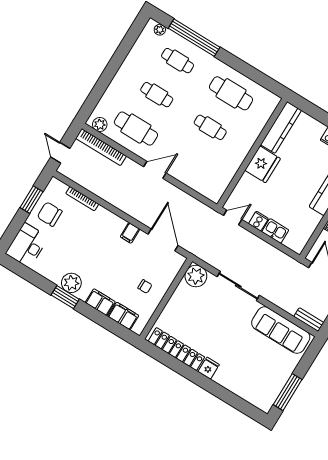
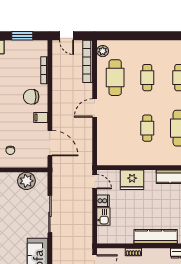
door: (60, 153) -> (67, 36), swing flipped
fridge: (263, 164) -> (132, 180), moved
door: (155, 170) -> (95, 108), swing flipped
chair: (50, 214) -> (31, 97), moved, turned -90
door: (163, 240) -> (50, 143), hinge flipped
plant: (196, 276) -> (26, 181), moved

